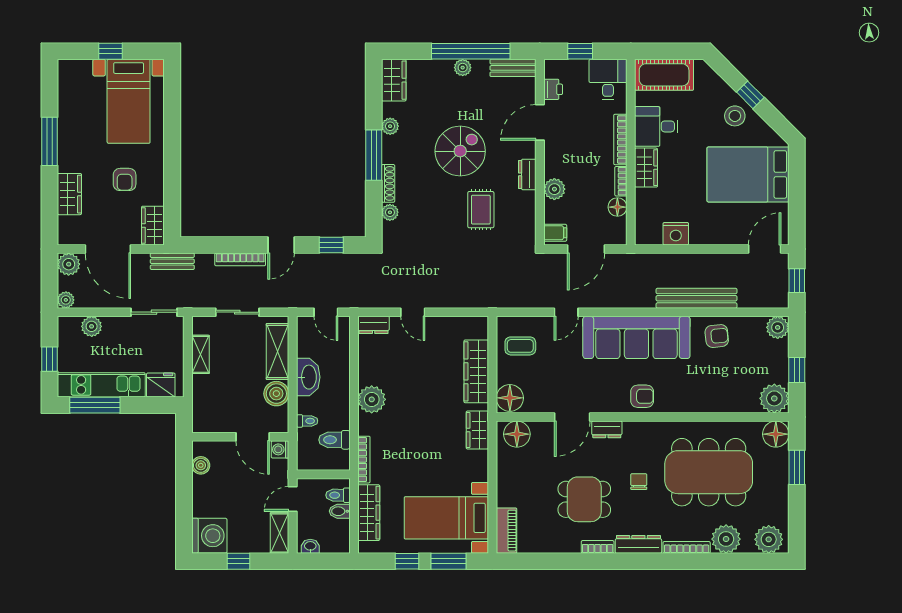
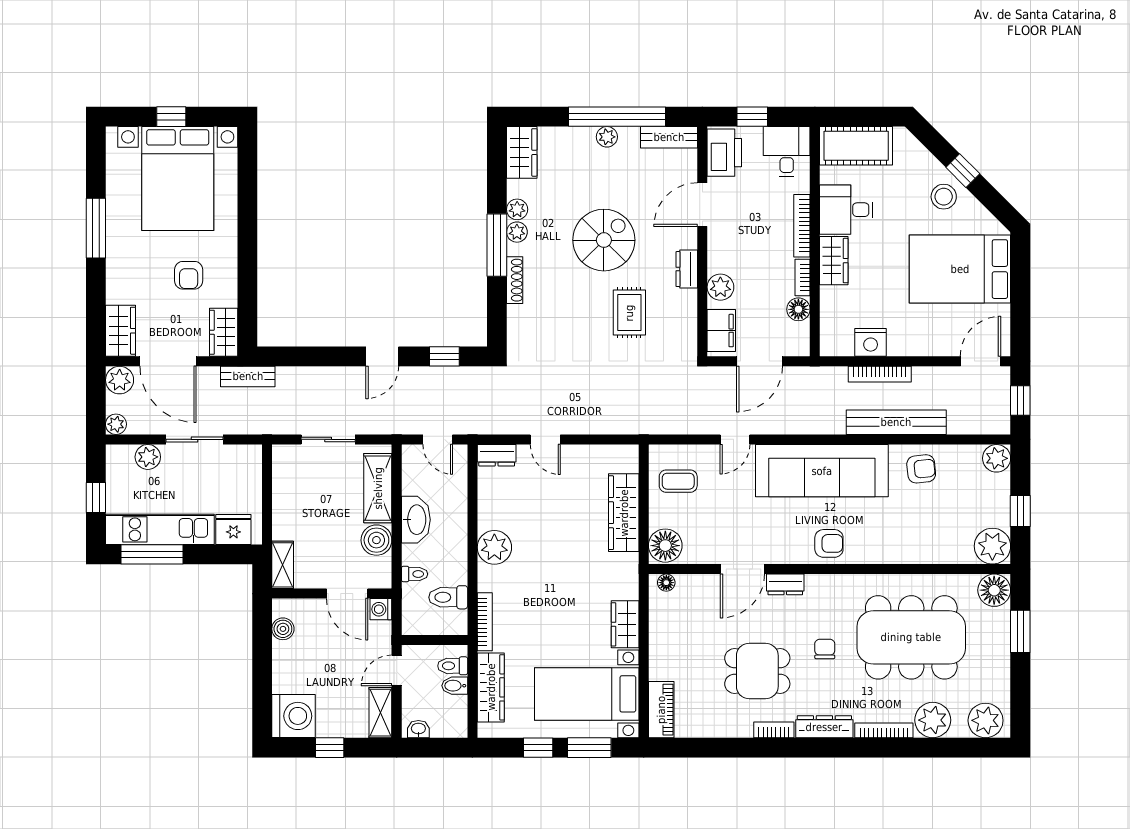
printer: (553, 89) -> (724, 153), width x1.87, depth x1.48
bed with nightstands: (129, 101) -> (178, 179), width x1.36
wardrobe: (69, 194) -> (120, 331), moved
plant: (390, 212) -> (517, 232), moved
filing cabinet: (555, 233) -> (721, 331), width x2.00
bookcase: (240, 259) -> (880, 374), moved
sliding door: (154, 312) -> (195, 439), moved
shelving: (201, 354) -> (283, 565), moved
wardrobe: (477, 430) -> (625, 624), moved
floor lamp: (517, 434) -> (666, 583), width x0.53, depth x0.53

